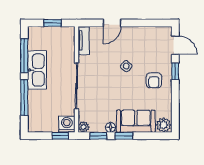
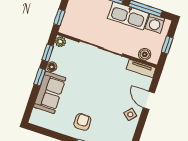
boiler: (69, 42) -> (145, 54), added
side table: (126, 66) -> (130, 114), moved
armchair: (154, 80) -> (82, 122), turned 90
washing machine: (67, 124) -> (155, 23), moved, turned 90
plant: (164, 125) -> (38, 117), removed

